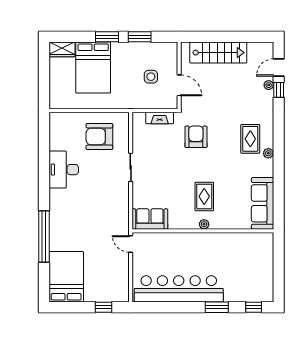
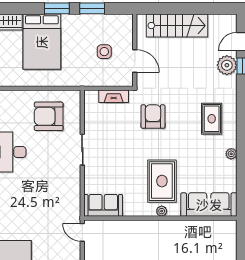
plant: (269, 85) -> (227, 65), width x1.88, depth x1.88
plant: (268, 153) -> (231, 154), moved
rug: (204, 196) -> (162, 181), width x1.36, depth x1.43
sofa: (262, 203) -> (209, 205), moved, turned 90

